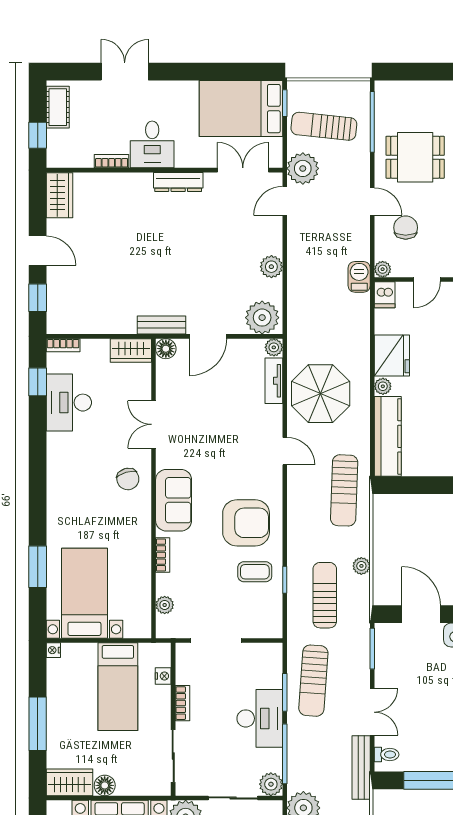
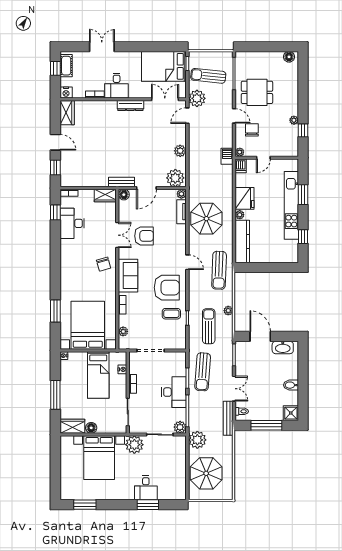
window: (38, 135) -> (55, 68), moved
nightstand: (58, 158) -> (66, 93), added
double door: (153, 424) -> (117, 235), swing flipped
armchair: (204, 426) -> (144, 236), added
door: (285, 451) -> (187, 262), moved
bed with nightstands: (84, 593) -> (88, 325), width x1.36

